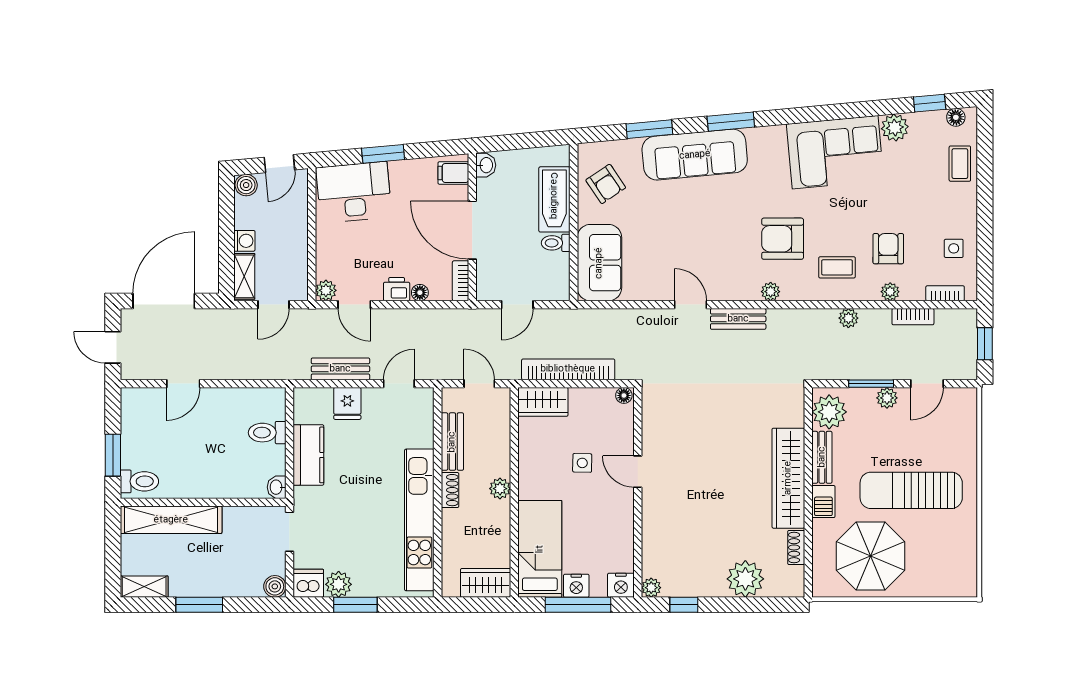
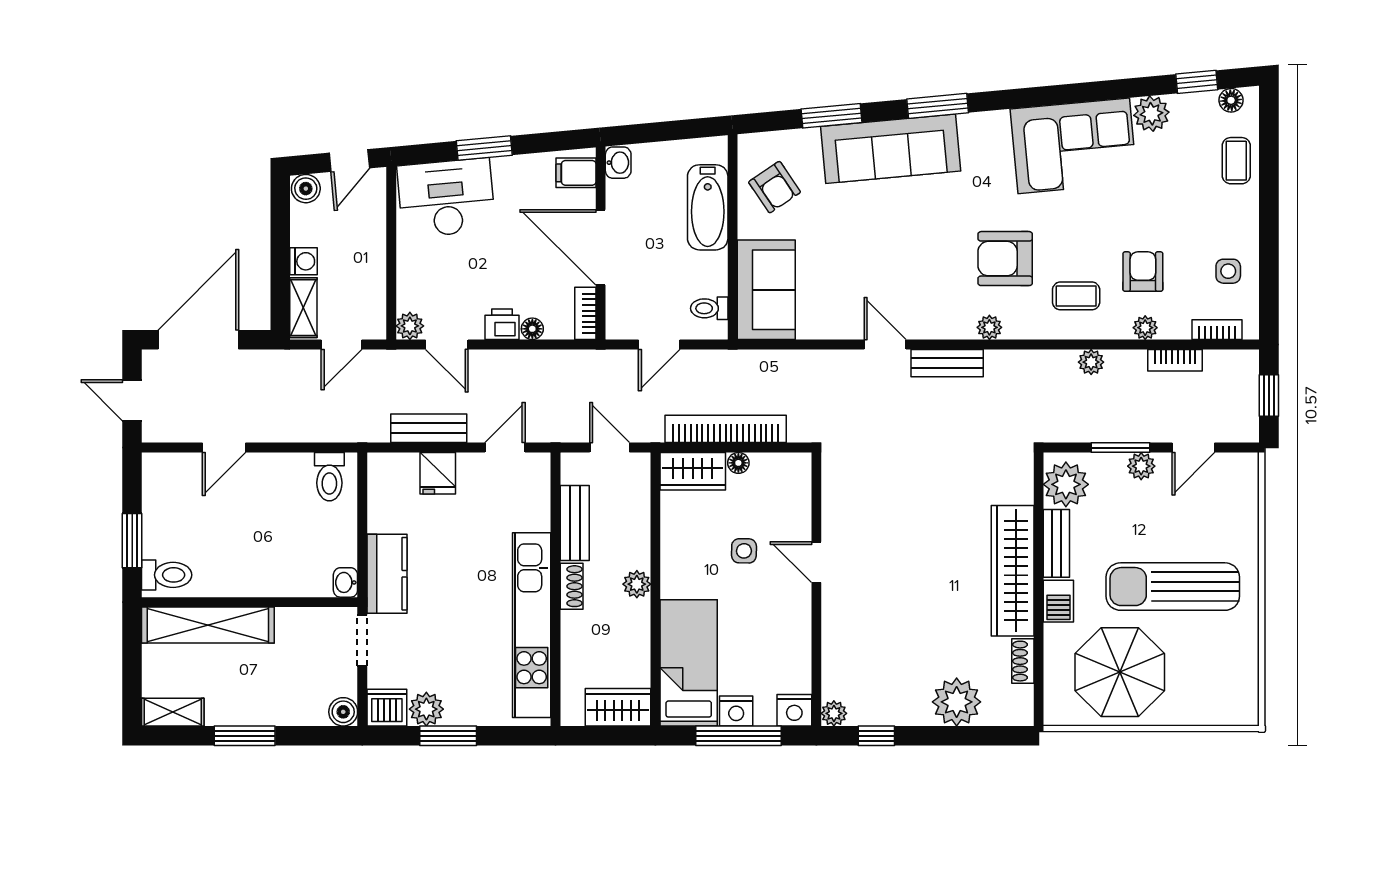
toilet: (556, 243) -> (709, 308), moved
floor lamp: (624, 395) -> (738, 463), moved
toilet: (267, 433) -> (329, 477), moved, turned -90
kitchen counter: (308, 455) -> (387, 574), moved

